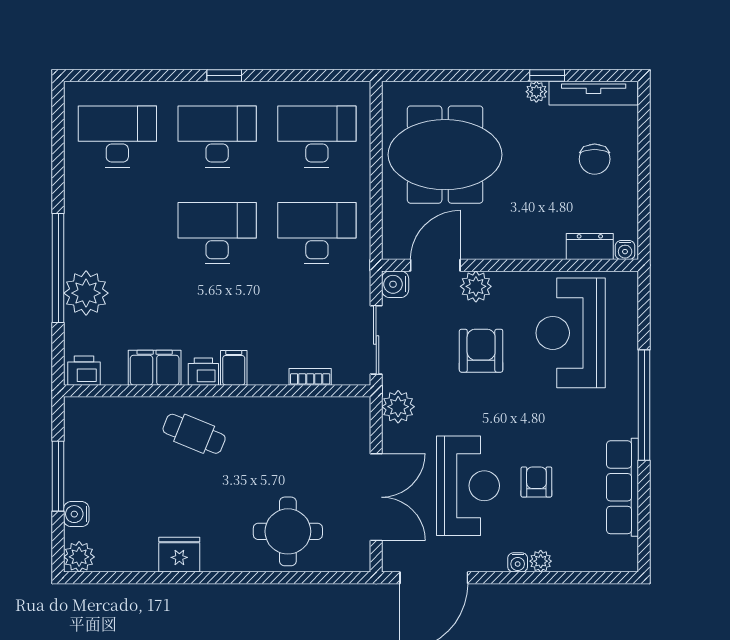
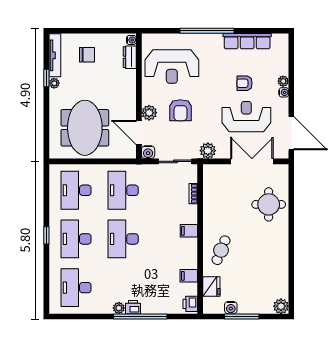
plant: (86, 293) -> (119, 308), moved, width x0.53, depth x0.53
armchair: (481, 351) -> (180, 110), turned -90
filing cabinet: (155, 368) -> (189, 276), width x0.50
printer: (203, 372) -> (133, 307), moved, turned 90
water cooler: (76, 514) -> (231, 308), moved
fridge: (179, 555) -> (211, 286), moved, turned 180

